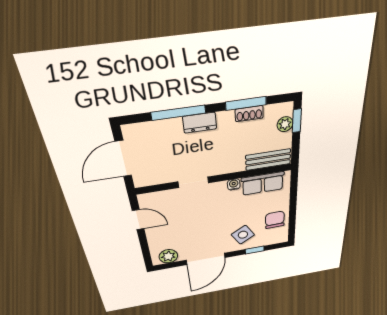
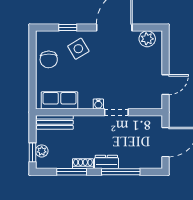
shoe rack: (249, 114) -> (83, 164), moved
water cooler: (234, 184) -> (98, 104), moved
door: (138, 220) -> (166, 85), swing flipped

